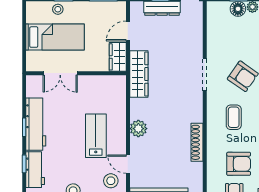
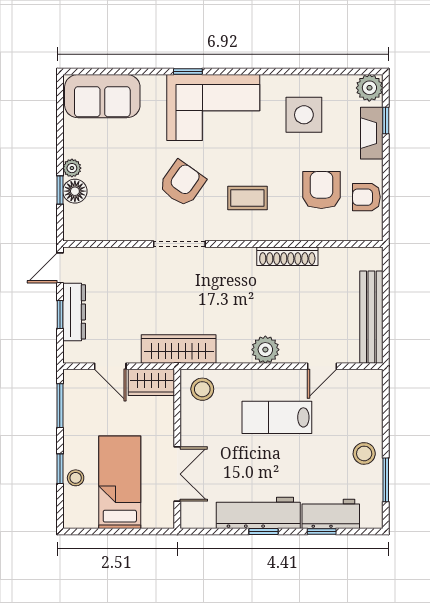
stool: (111, 181) -> (202, 389), moved

